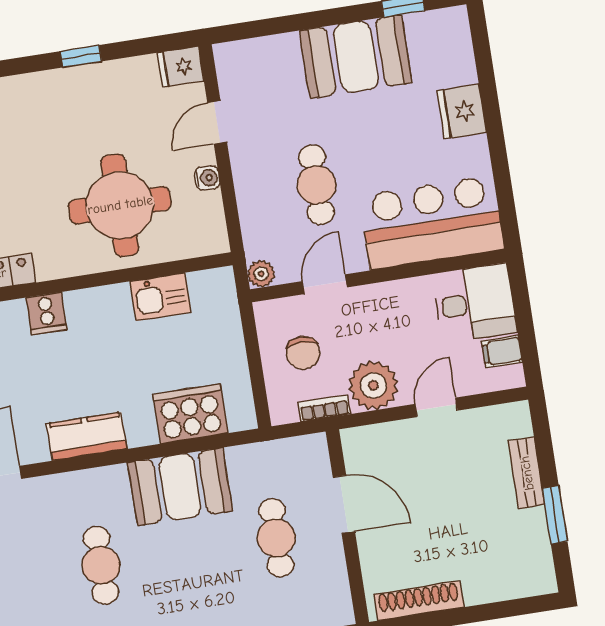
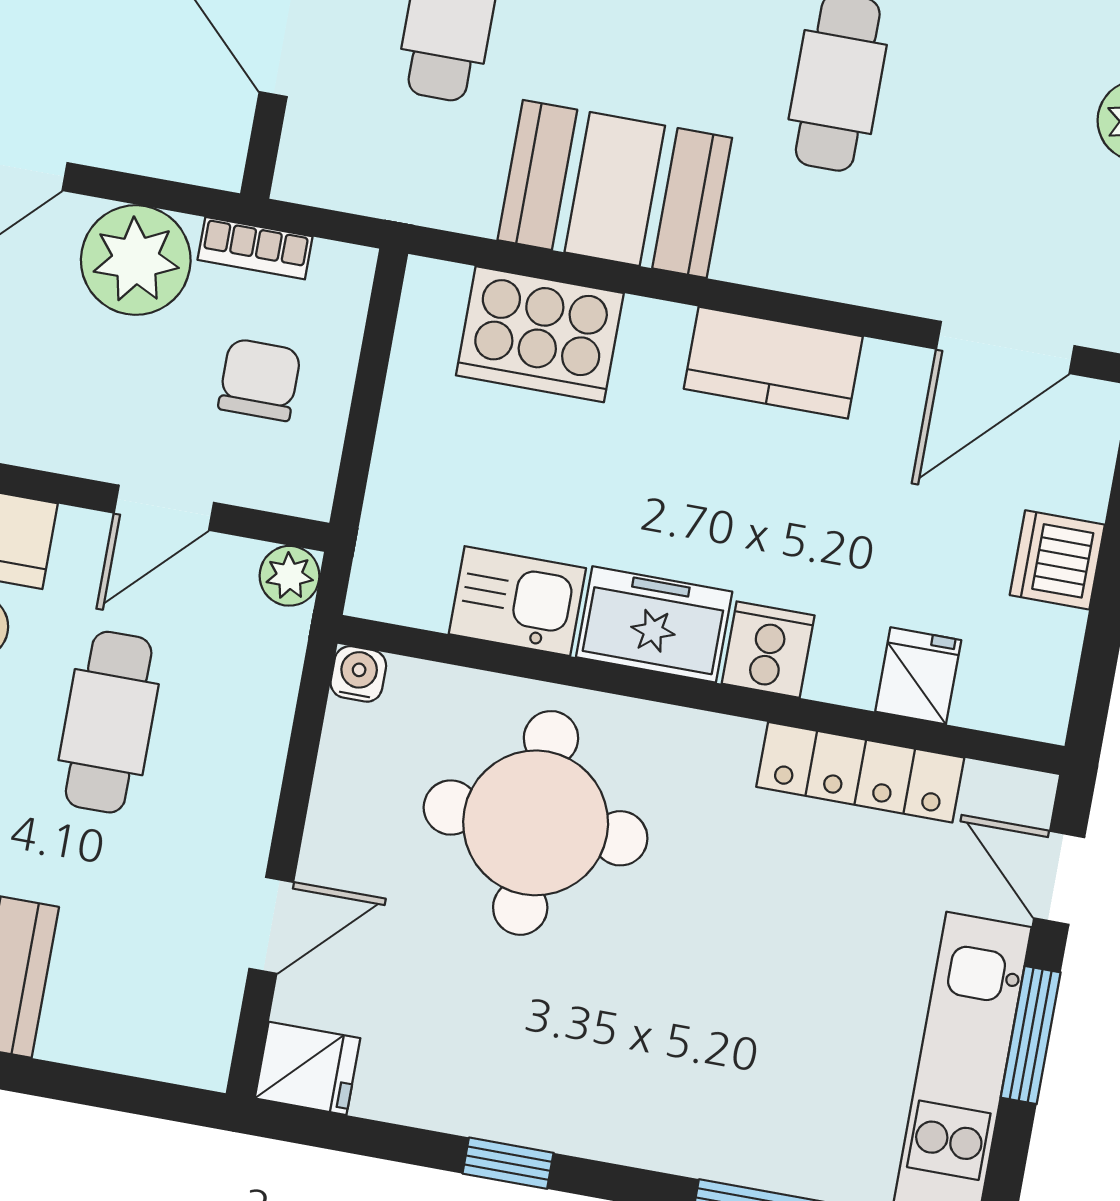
water cooler: (207, 178) -> (358, 674), moved, turned 90
freezer: (99, 307) -> (654, 624), added

